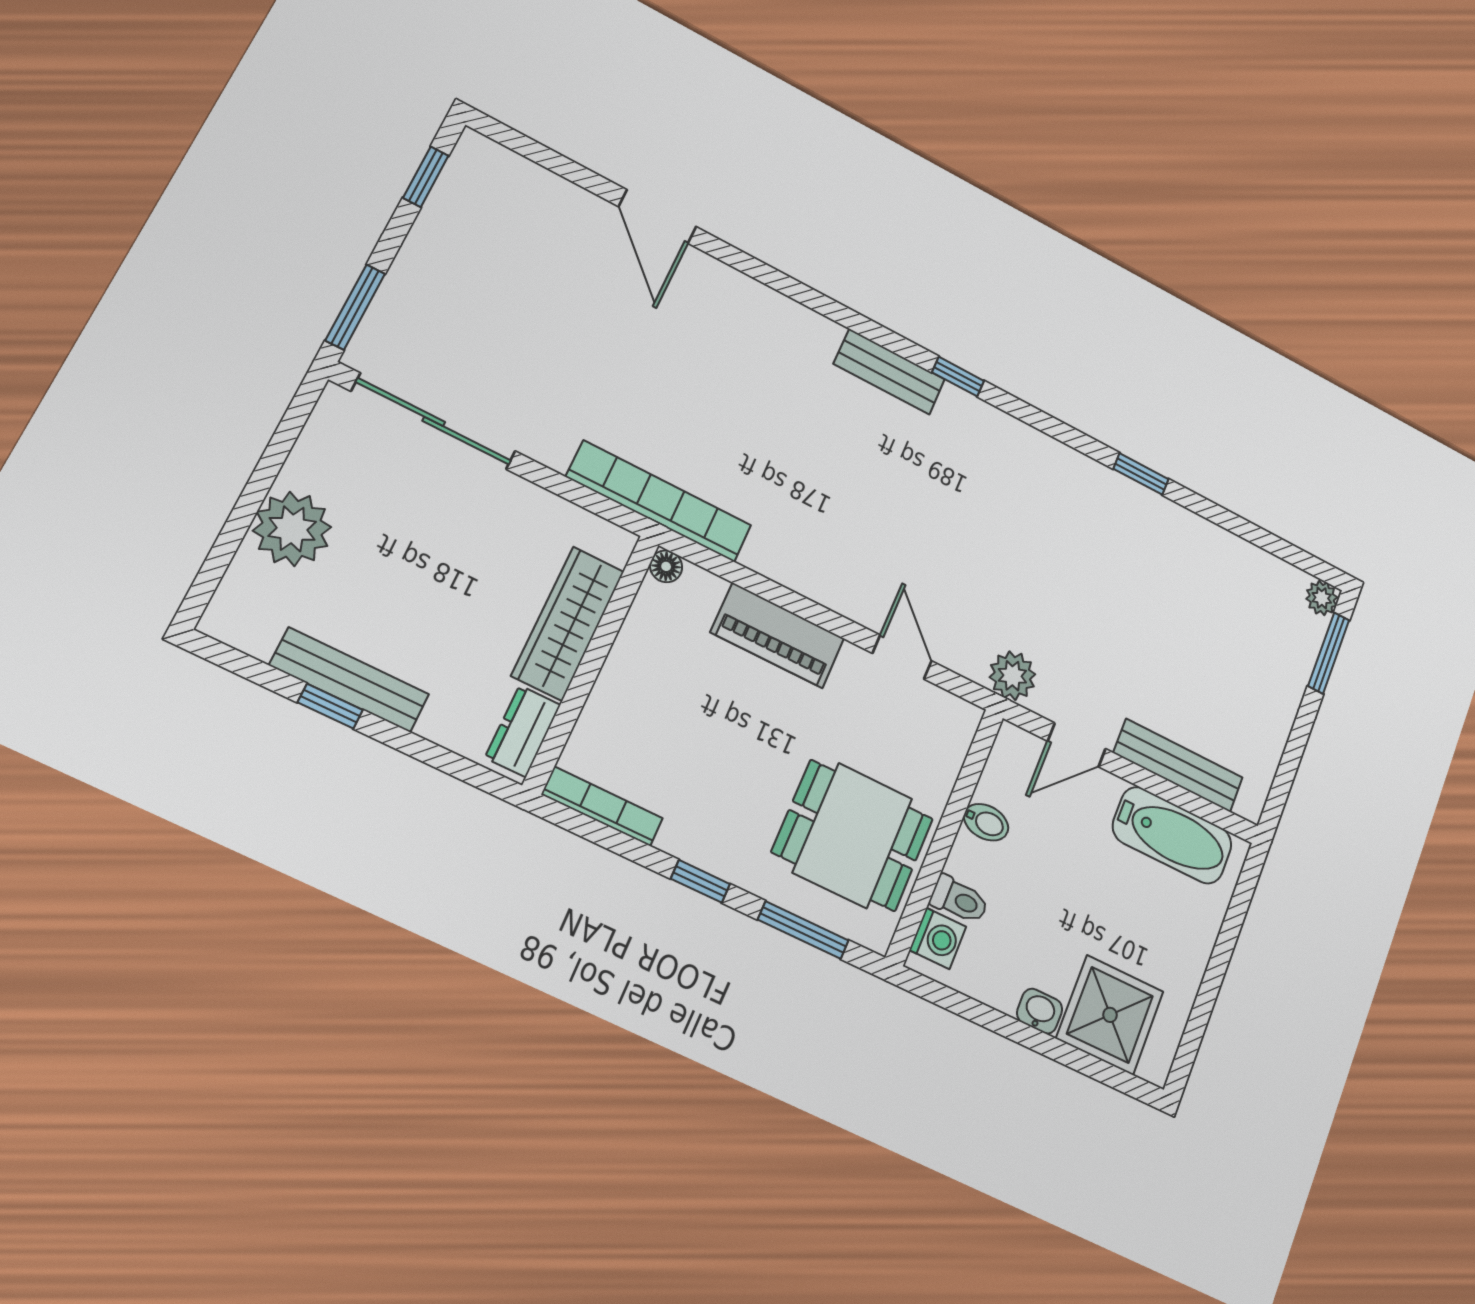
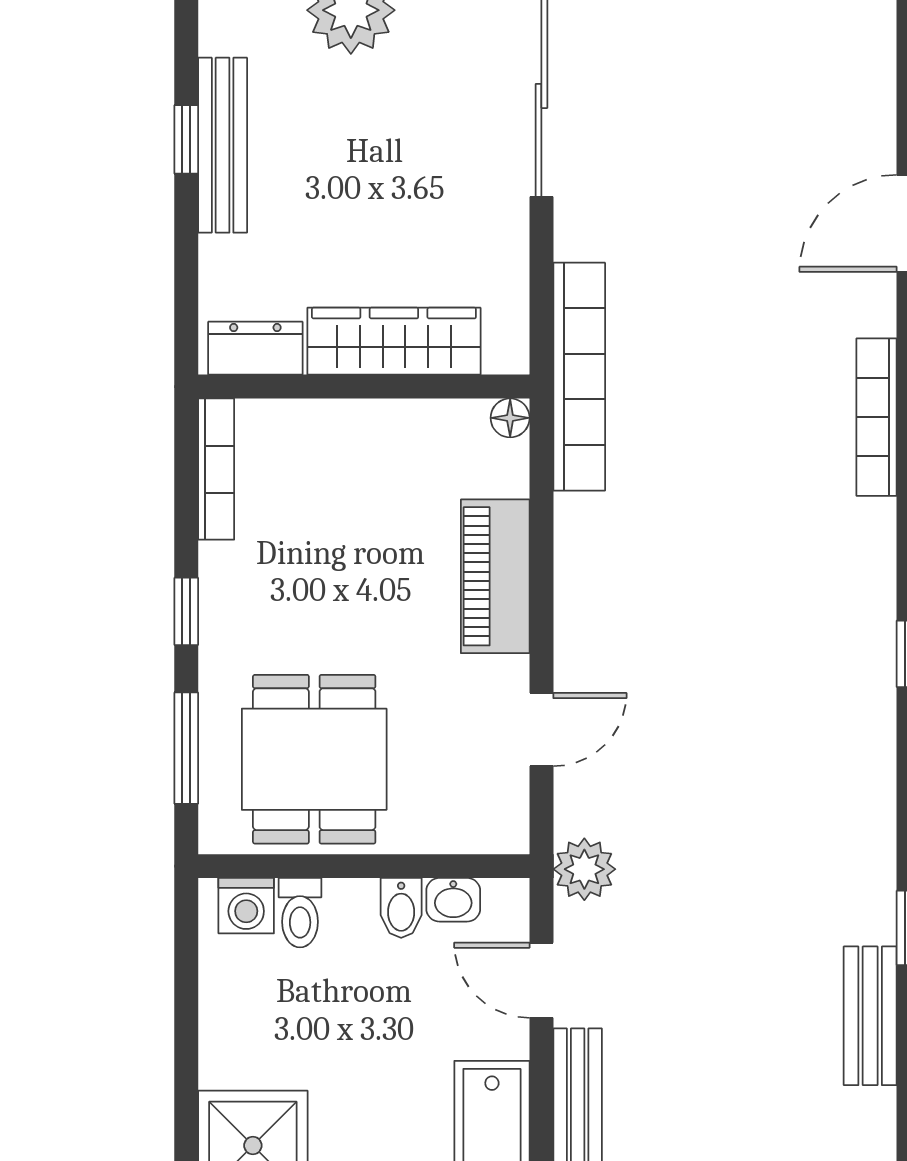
bookcase: (785, 311) -> (876, 417), added
bench: (889, 372) -> (870, 1016), moved
washbasin: (1040, 1011) -> (453, 900), moved, turned 90

